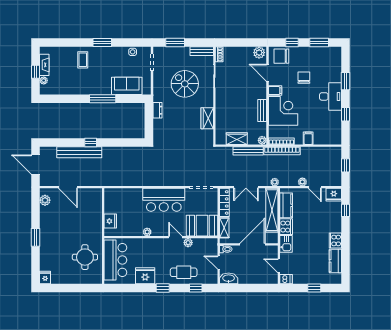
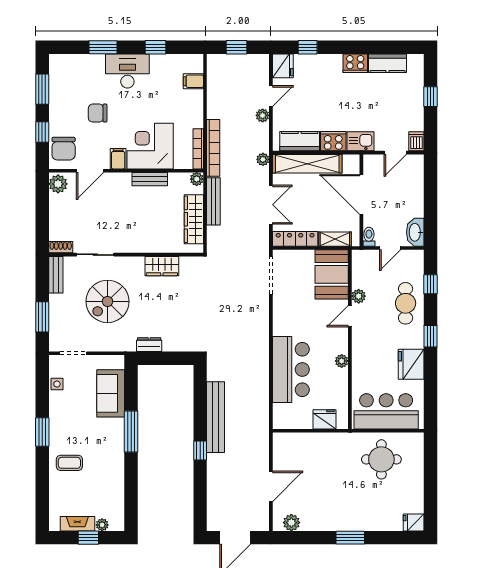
filing cabinet: (308, 138) -> (193, 81), moved
wardrobe: (237, 139) -> (194, 219), width x1.50
bench: (79, 152) -> (216, 417), moved
bar counter: (164, 200) -> (291, 370), moved

